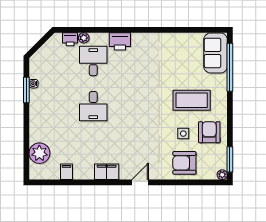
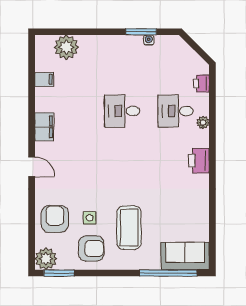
plant: (84, 38) -> (203, 123), moved
printer: (120, 41) -> (199, 161), moved
desk: (93, 61) -> (176, 111), turned 180
plant: (222, 175) -> (46, 259), width x1.88, depth x1.88

